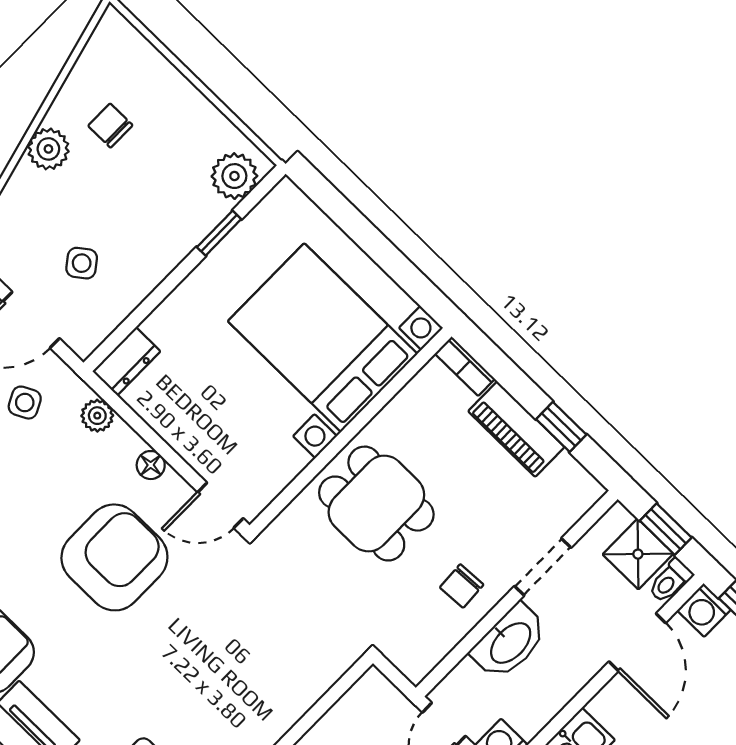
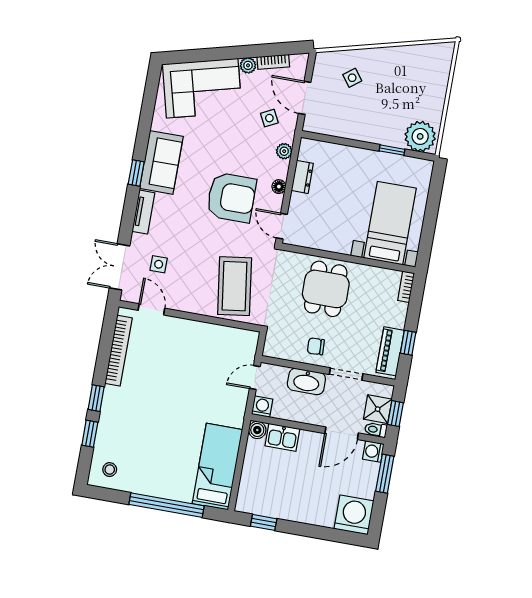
chair: (110, 126) -> (406, 76), removed
plant: (48, 149) -> (379, 57), removed
plant: (234, 176) -> (420, 136), width x1.36, depth x1.36
side table: (82, 263) -> (352, 78), moved
bed with nightstands: (323, 338) -> (390, 223), width x0.73
dresser: (126, 361) -> (302, 177), moved, turned -90
piano: (516, 429) -> (390, 351), moved
coffee table: (267, 654) -> (235, 286), added

